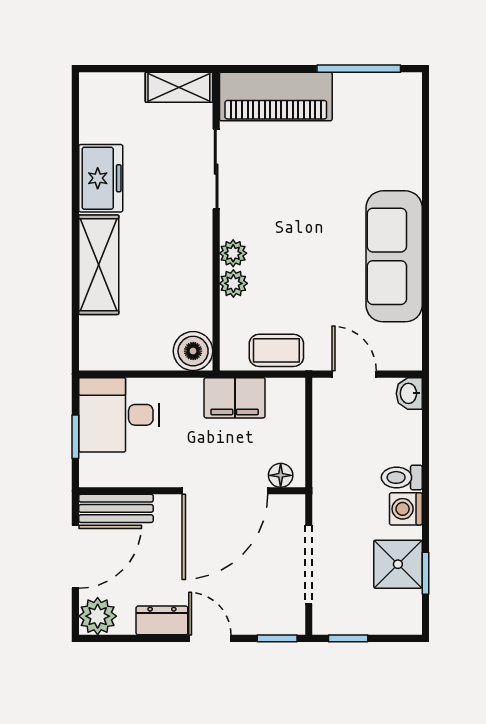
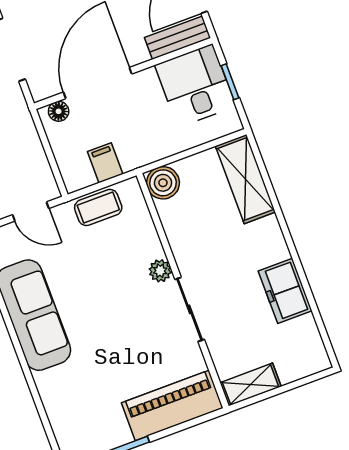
sliding door: (216, 169) -> (190, 309), moved
shelving: (99, 265) -> (245, 179), moved
plant: (233, 283) -> (151, 247), removed
filing cabinet: (235, 398) -> (105, 163), width x0.50
desk: (119, 415) -> (195, 86), moved, turned -90

